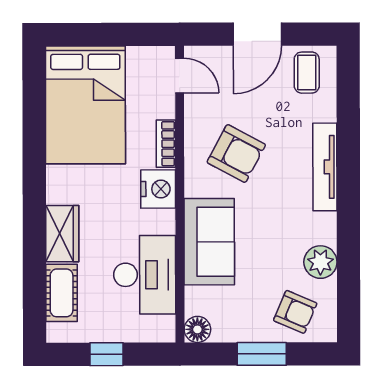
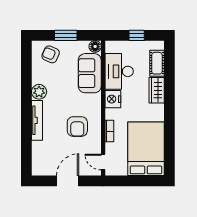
coffee table: (307, 73) -> (45, 163), removed
armchair: (236, 153) -> (77, 127), turned -118
nightstand: (158, 189) -> (113, 99), moved
sofa: (209, 242) -> (90, 73), moved
plant: (320, 262) -> (39, 92), moved

